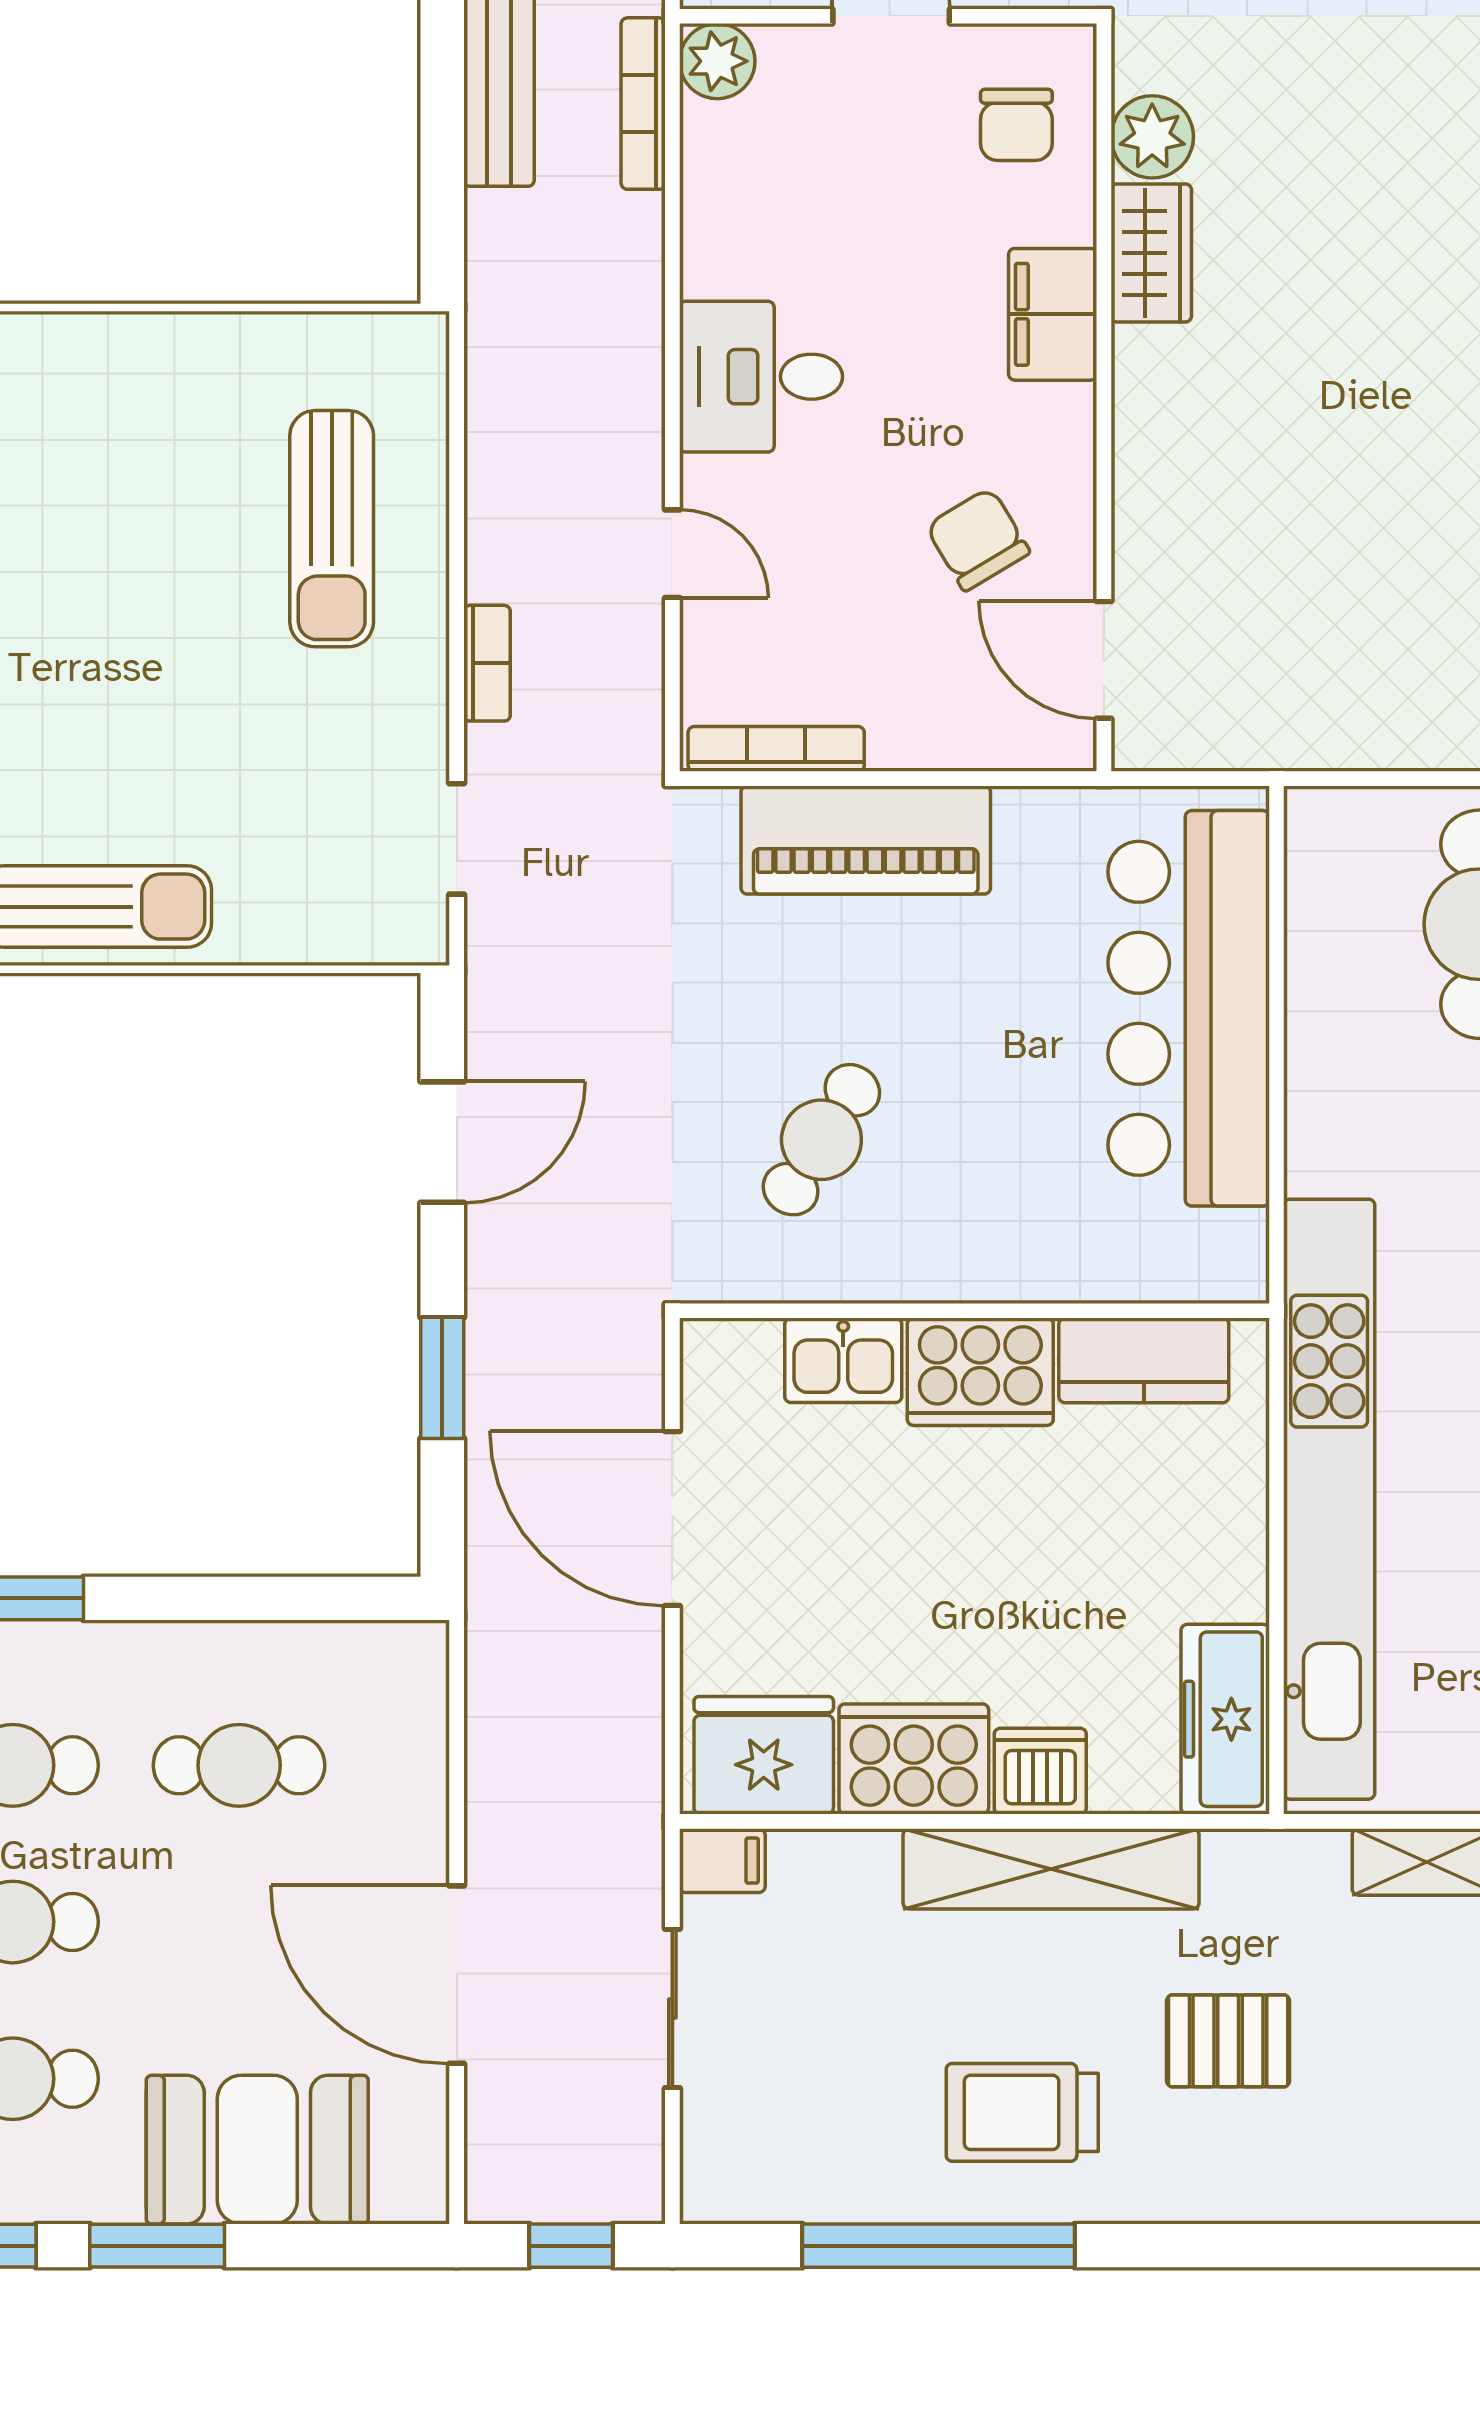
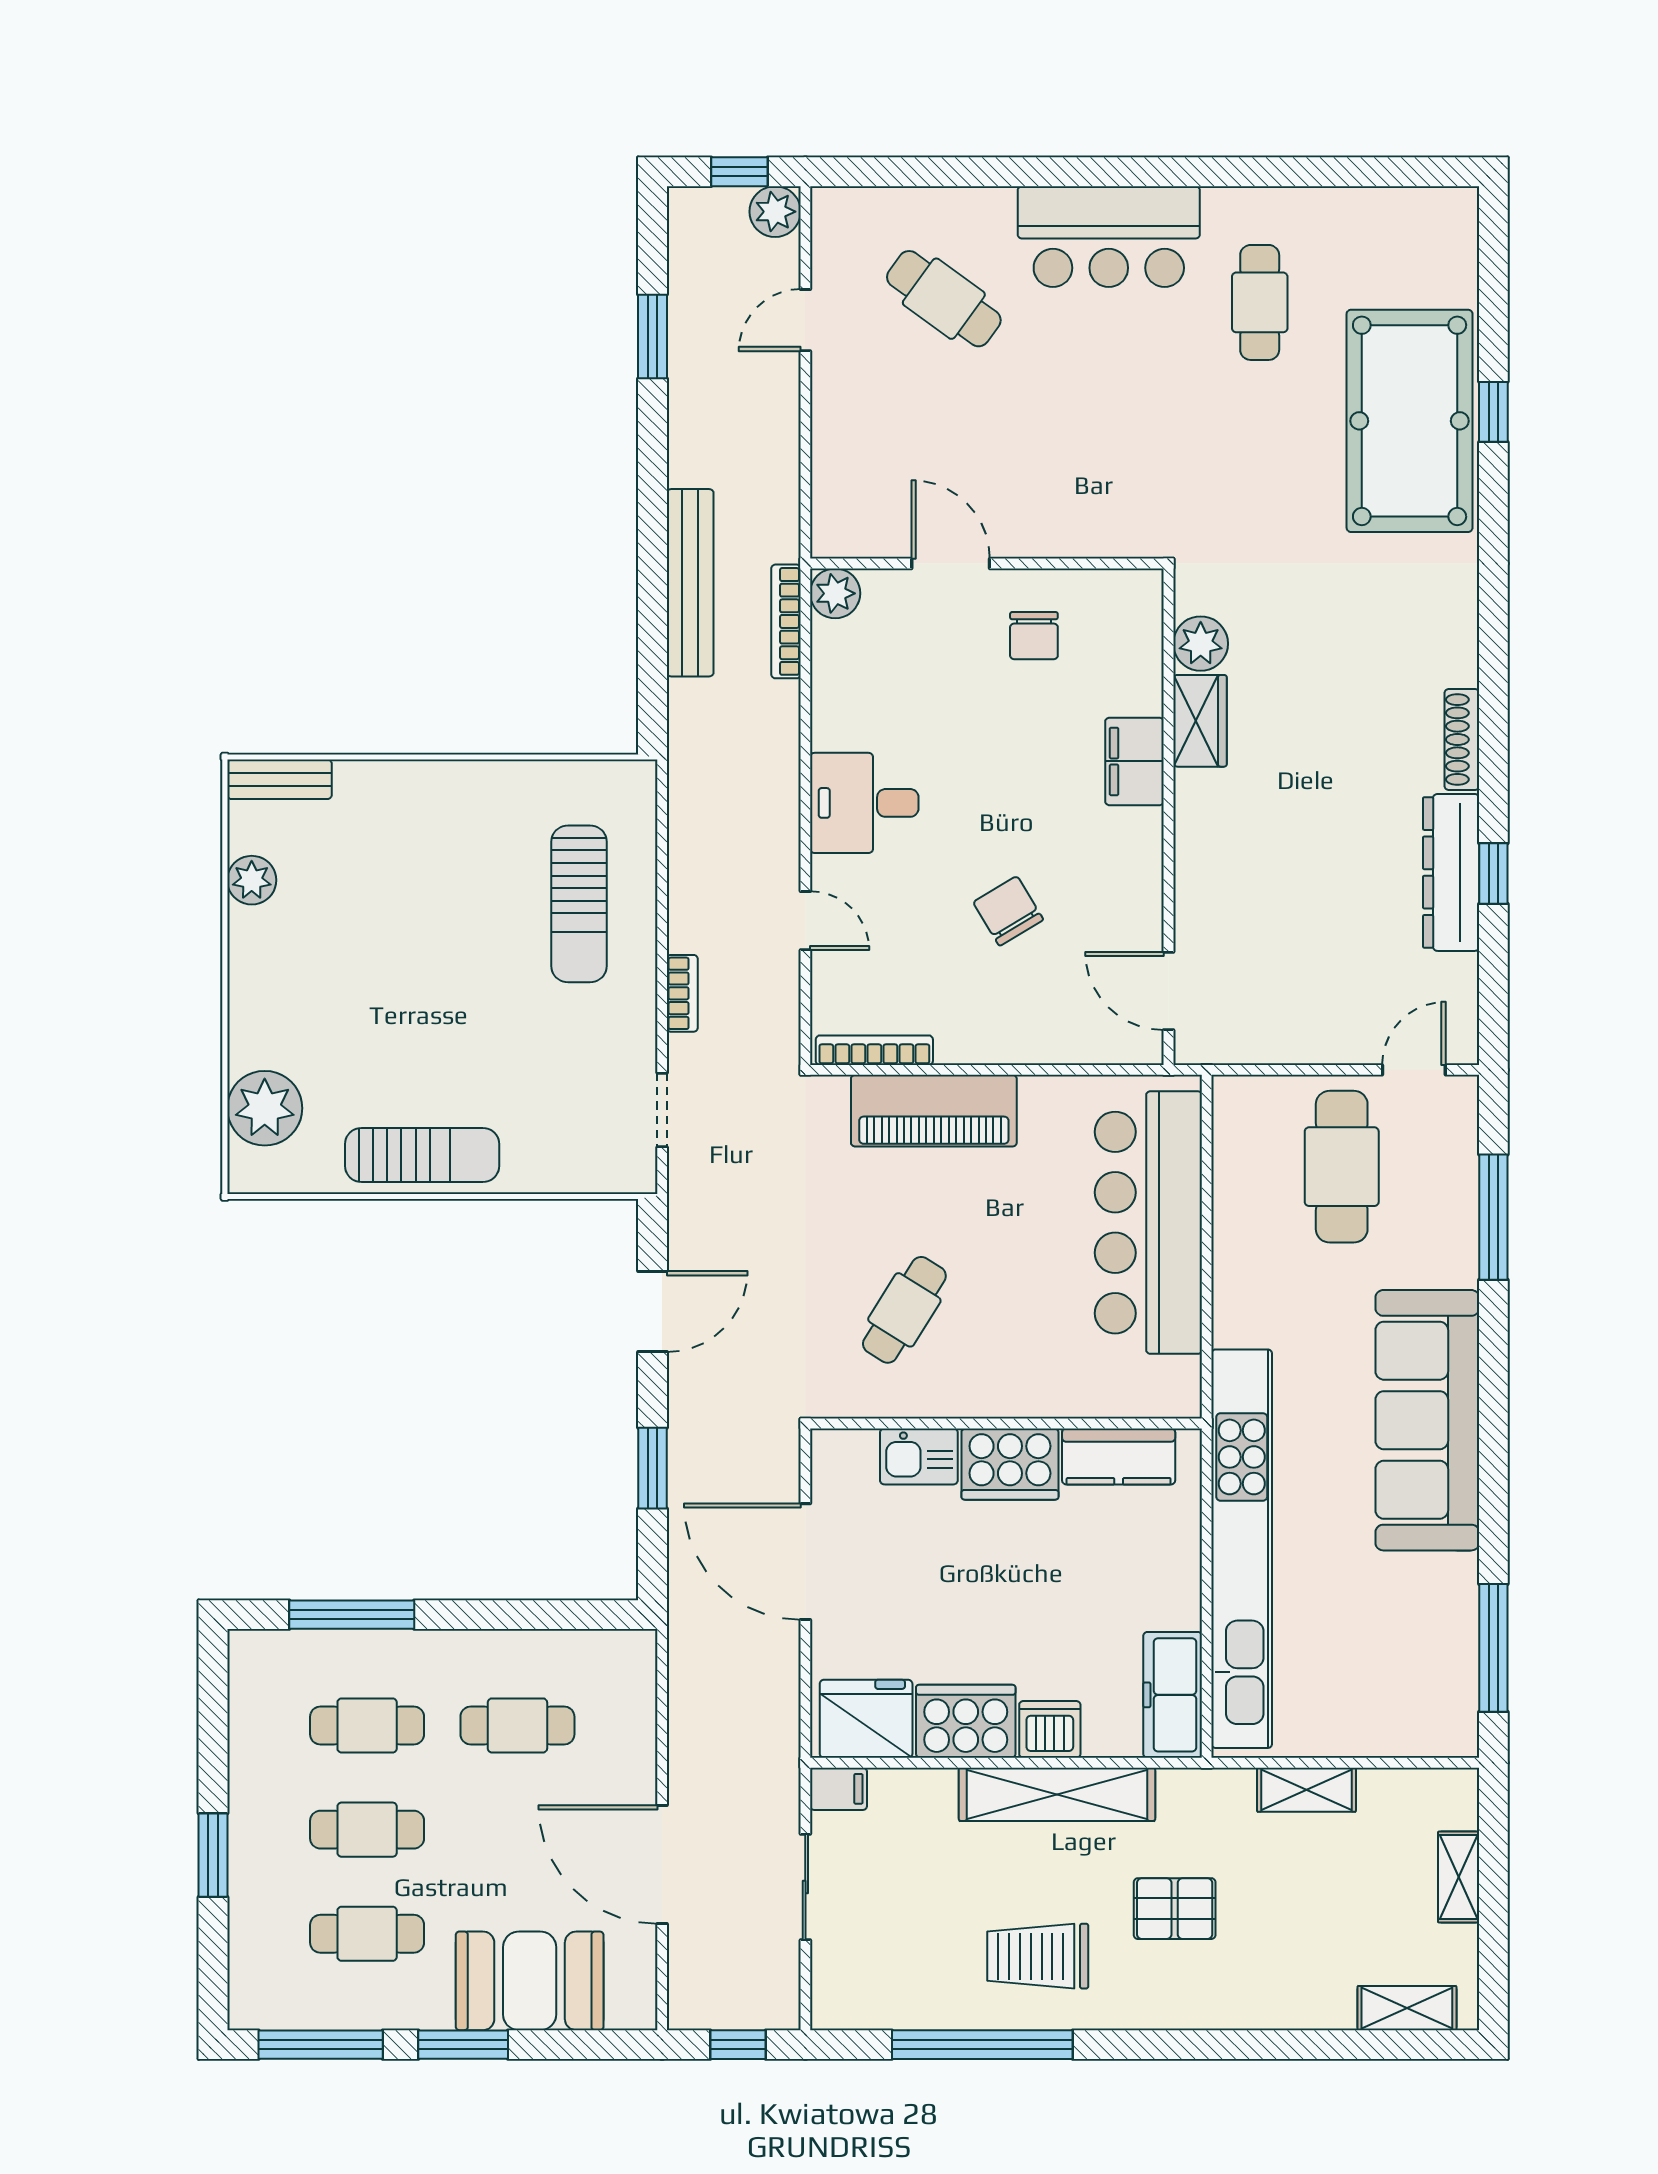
plant: (1152, 137) -> (1201, 644), moved
wardrobe: (1151, 253) -> (1200, 721), moved
filing cabinet: (1053, 314) -> (1134, 761), moved
wall: (1104, 397) -> (1168, 817), moved
door: (1104, 660) -> (1168, 991), moved

